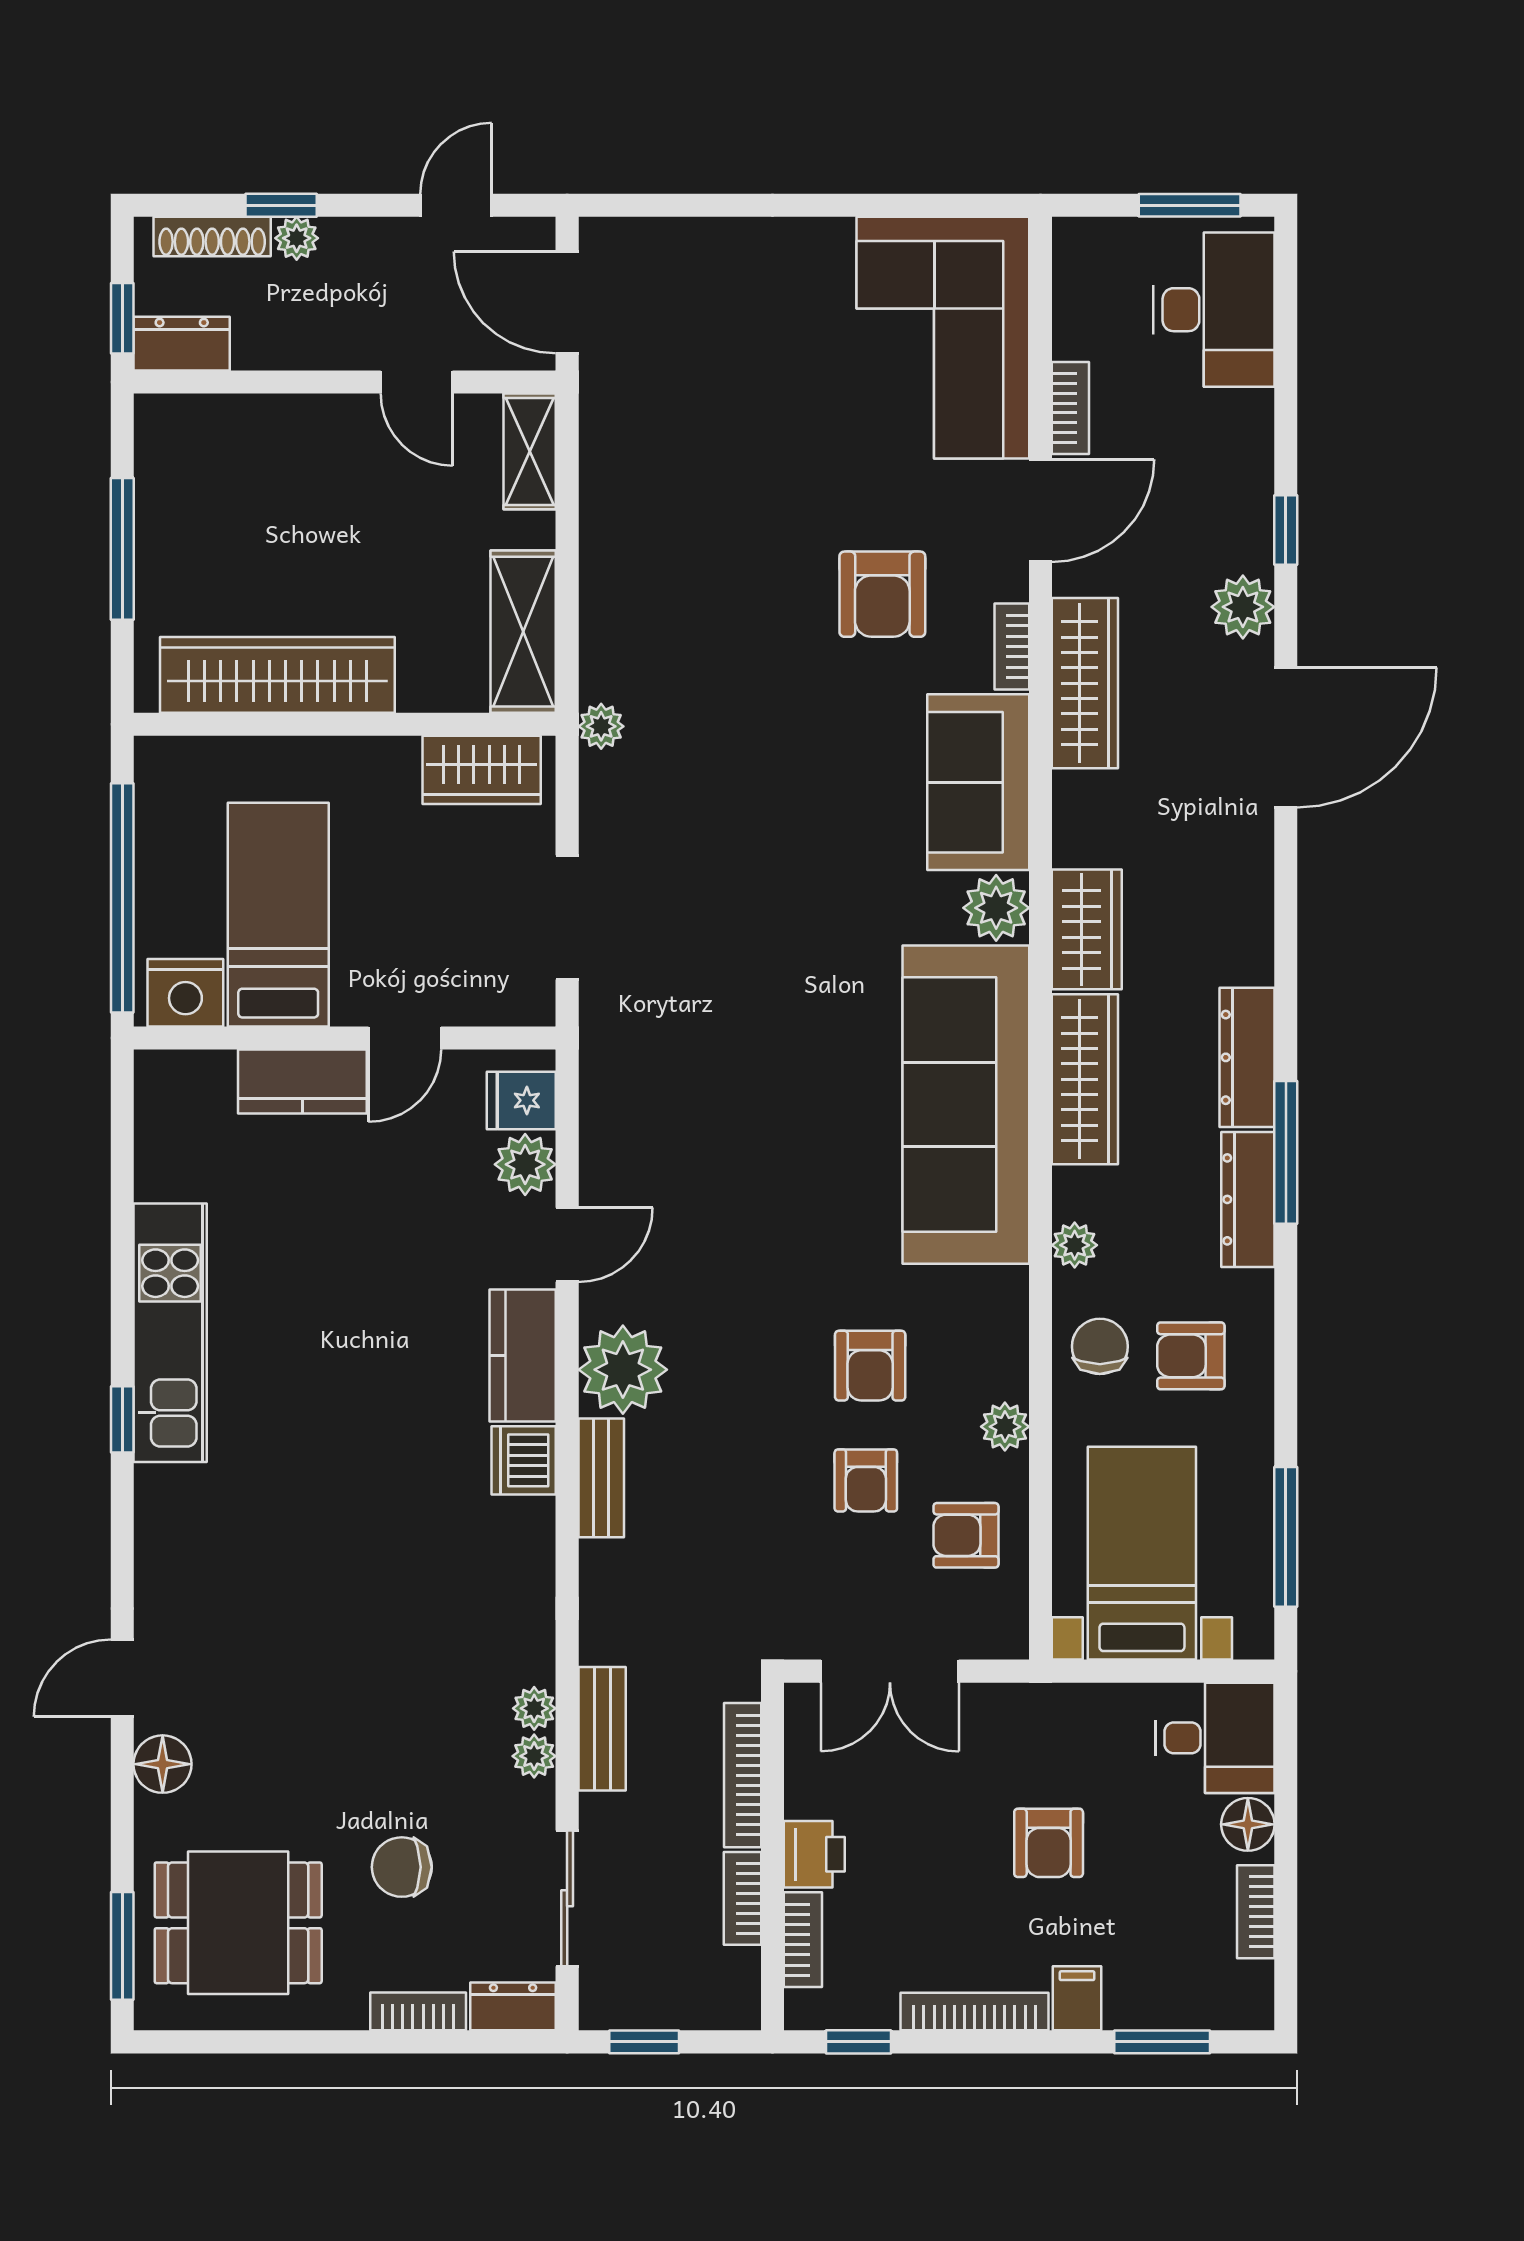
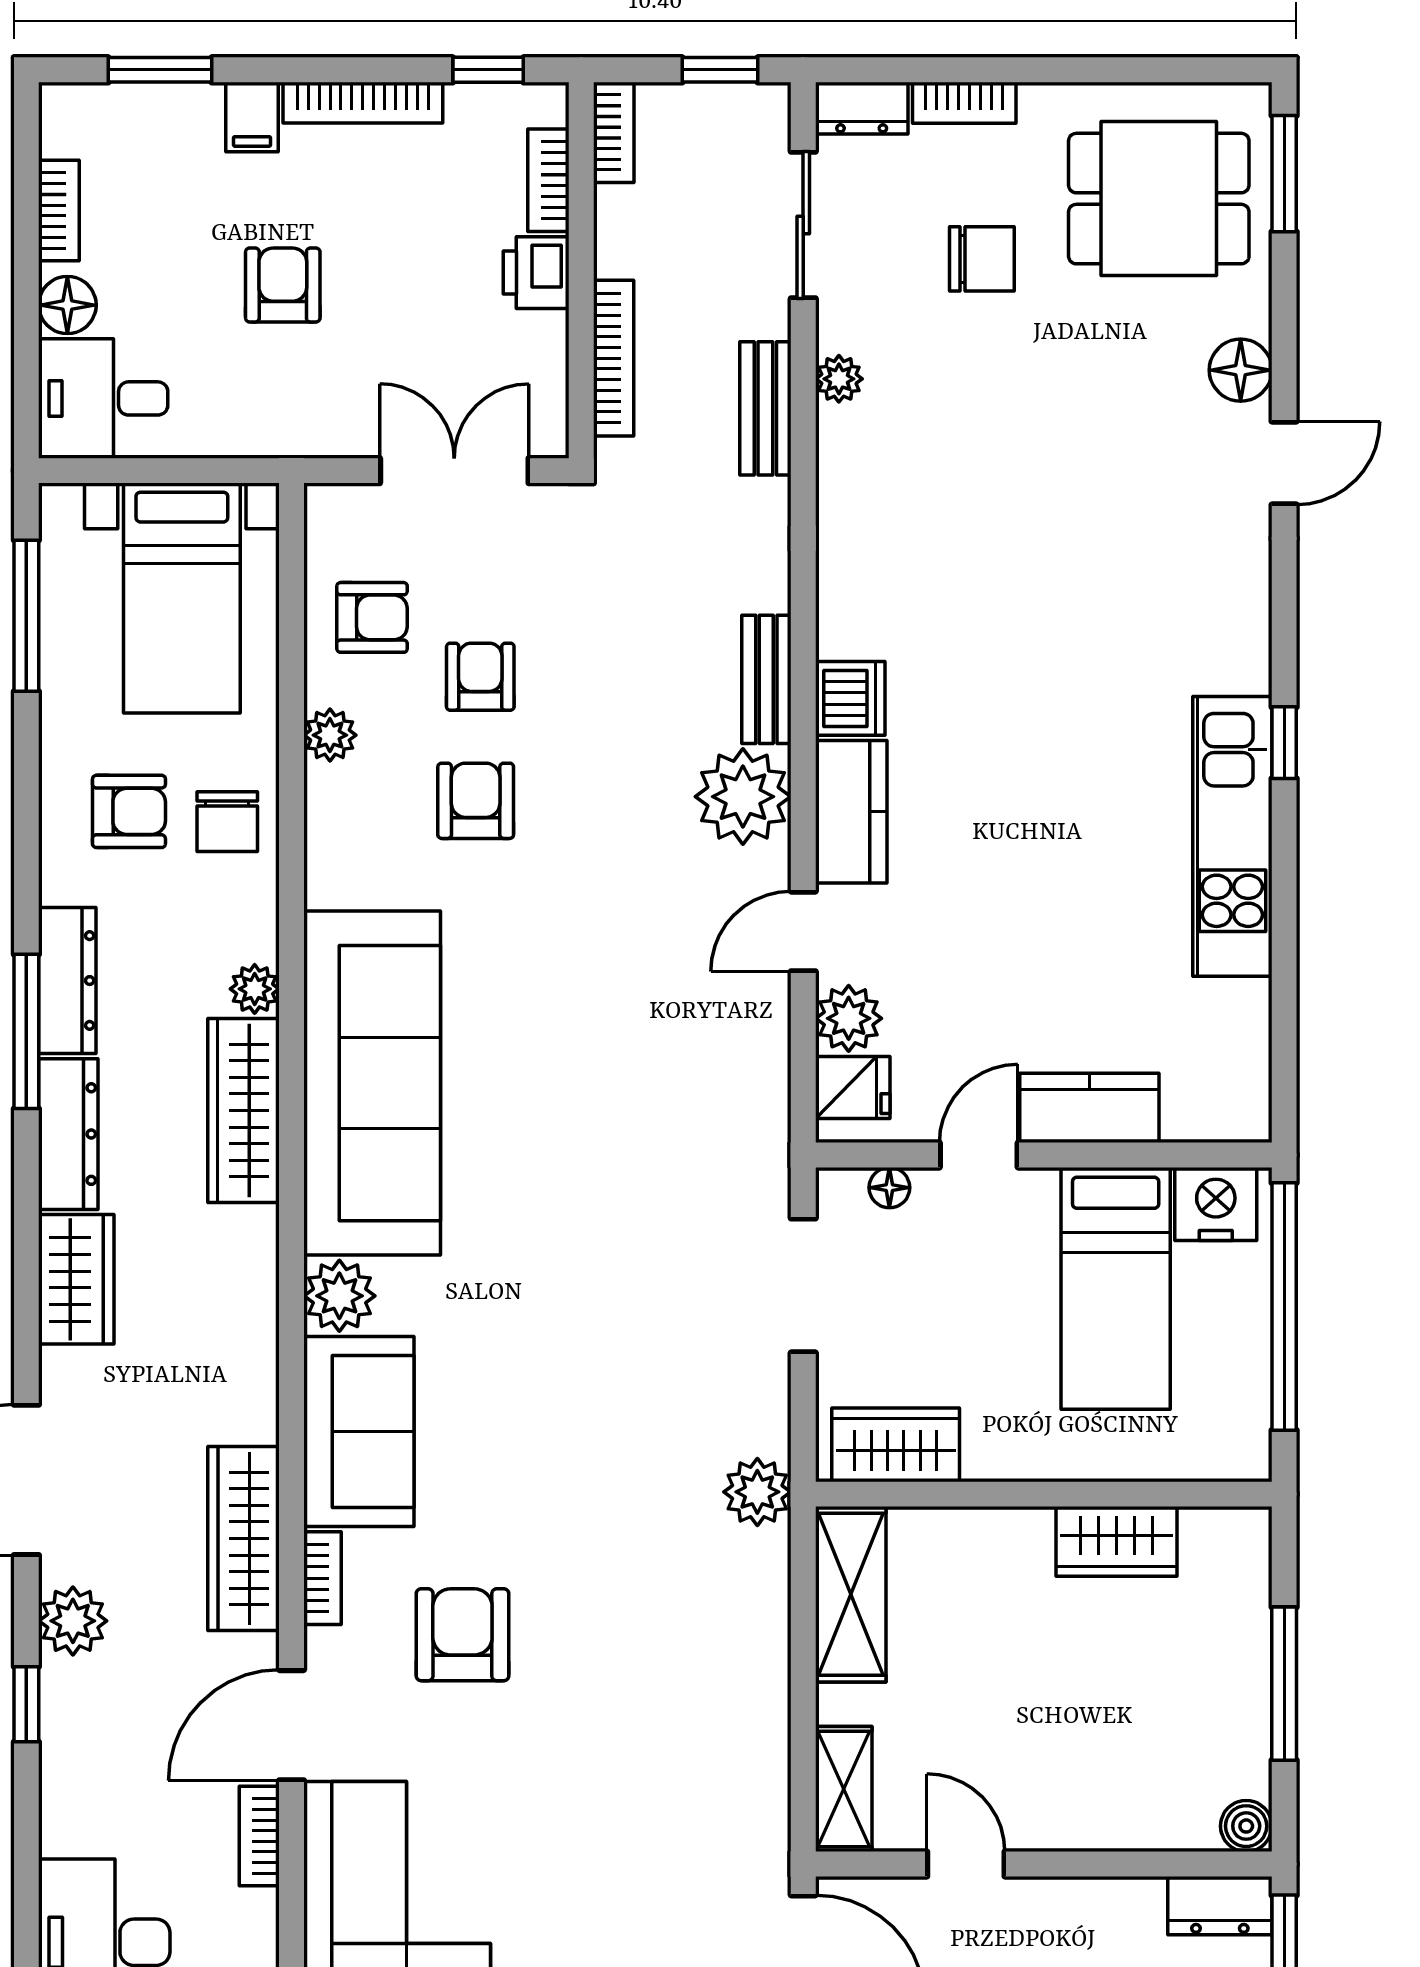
boiler: (157, 417) -> (1246, 1826), added
wardrobe: (277, 675) -> (1116, 1541), width x0.48, depth x0.85
plant: (601, 726) -> (757, 1492), width x1.38, depth x1.38
wardrobe: (1087, 929) -> (76, 1279), moved, turned 180
floor lamp: (487, 1008) -> (889, 1188), added
plant: (1075, 1245) -> (255, 989), moved
plant: (534, 1708) -> (839, 430), removed
bookcase: (742, 1898) -> (614, 132), moved

